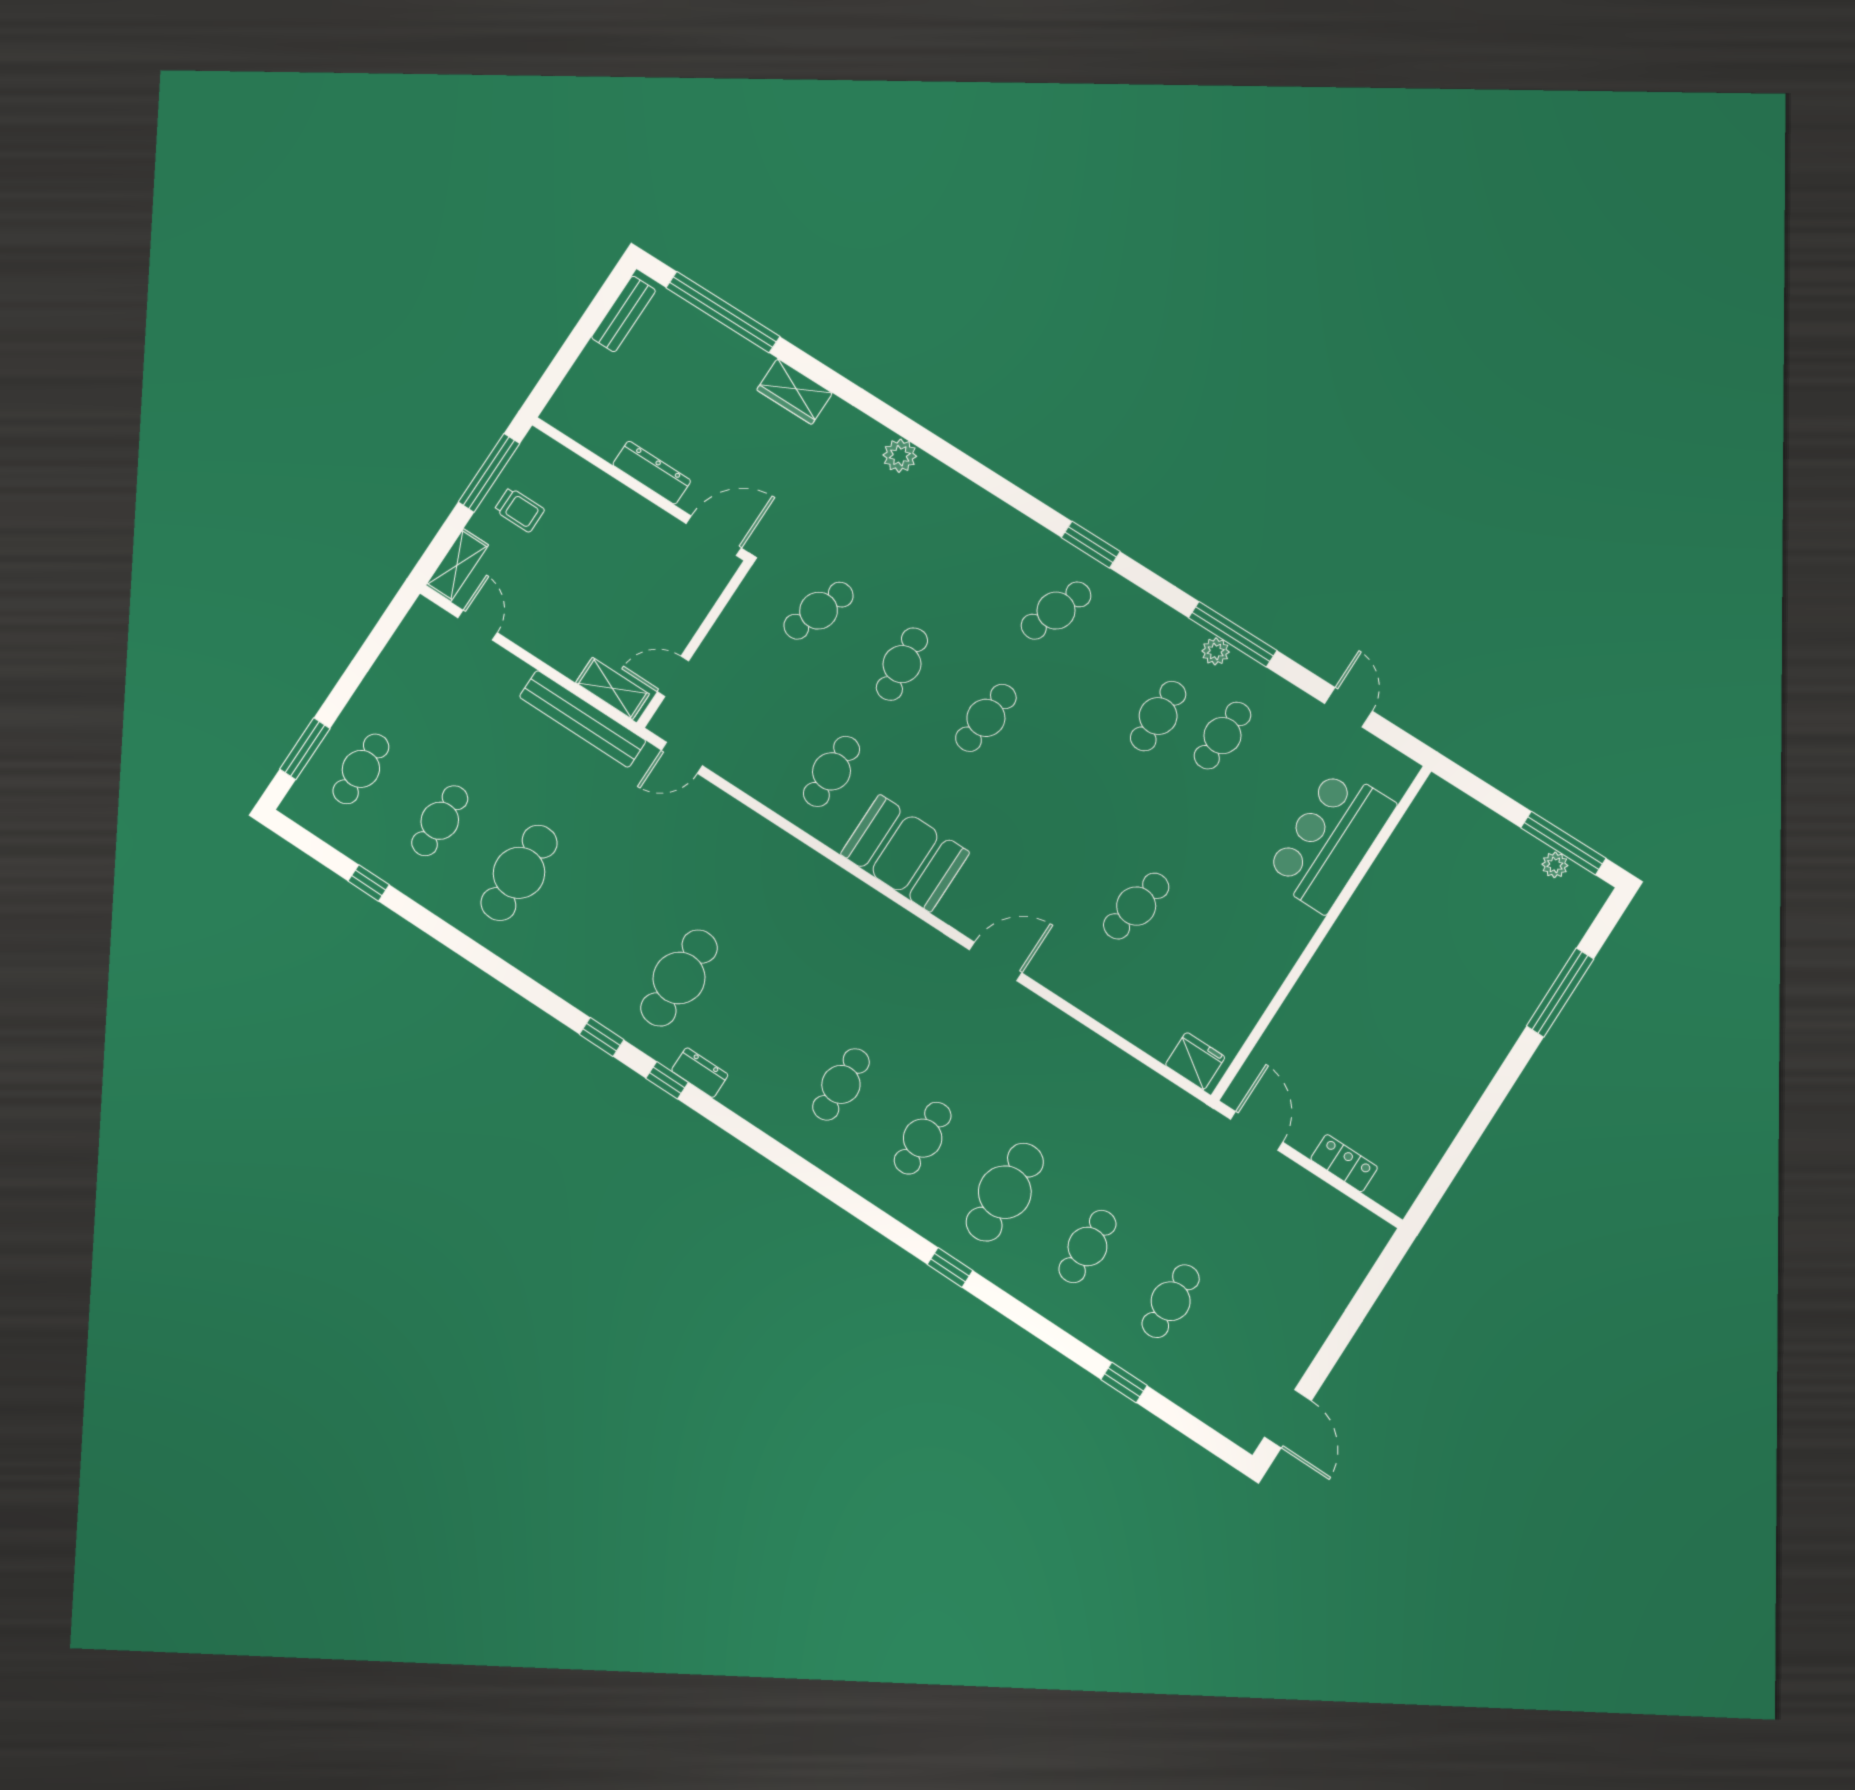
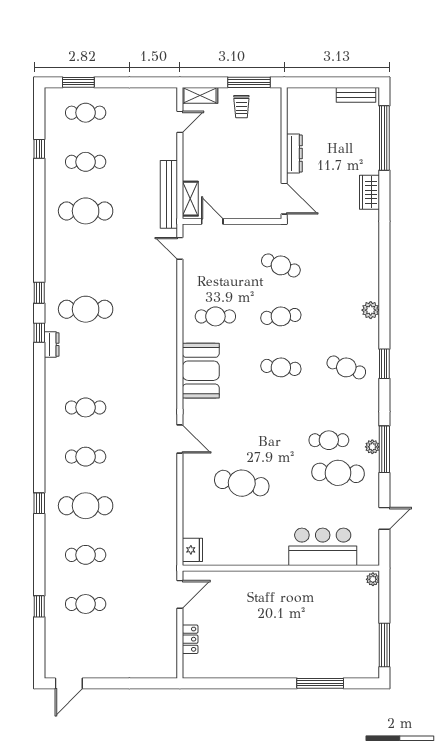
plant: (900, 456) -> (371, 310), moved
cafe table: (1222, 736) -> (338, 473), width x1.37, depth x1.35
plant: (1555, 865) -> (373, 579), moved
cafe table: (1136, 906) -> (242, 483), width x1.37, depth x1.35

